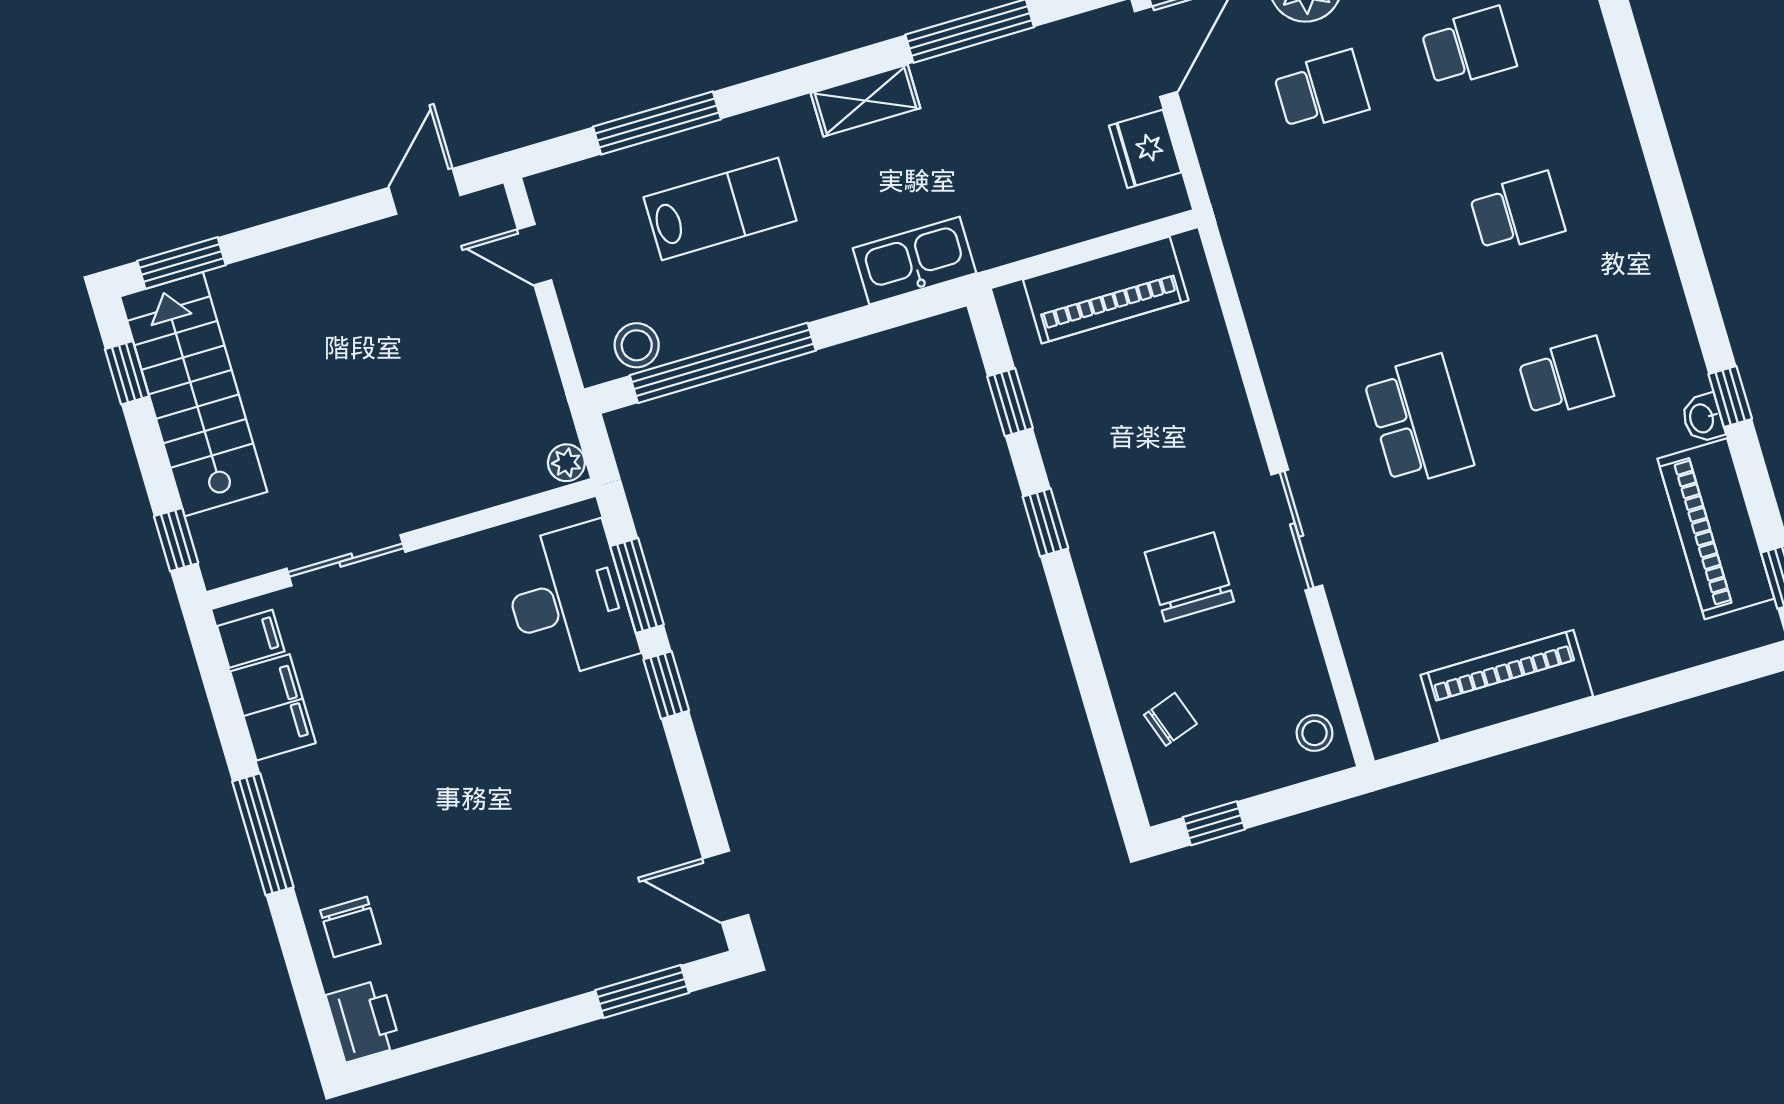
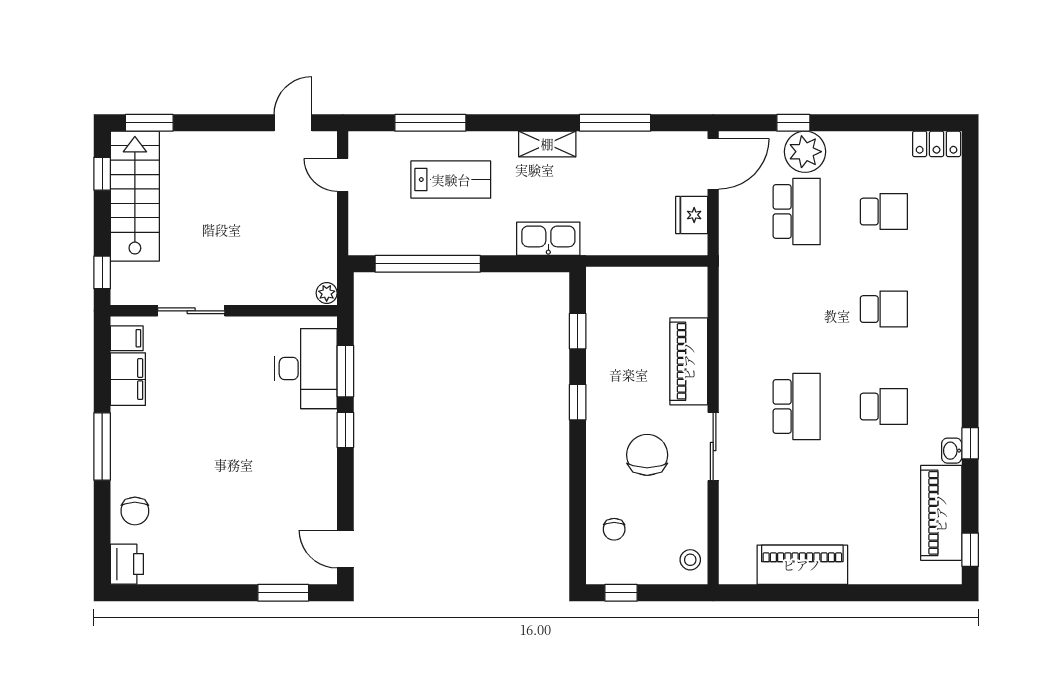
school desk: (1321, 91) -> (797, 212), width x1.85
piano: (1106, 290) -> (689, 361), moved, turned 90
stool: (637, 345) -> (384, 240), removed
chair: (1170, 719) -> (614, 529), turned 109

